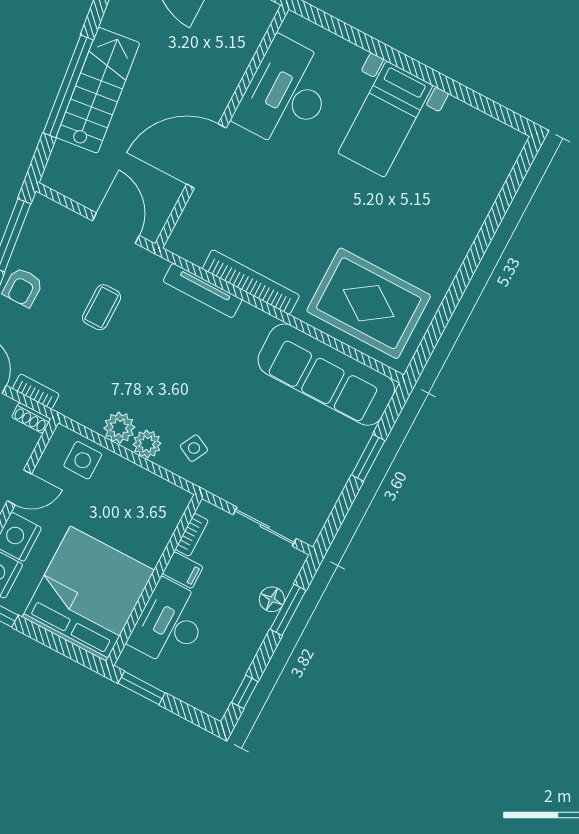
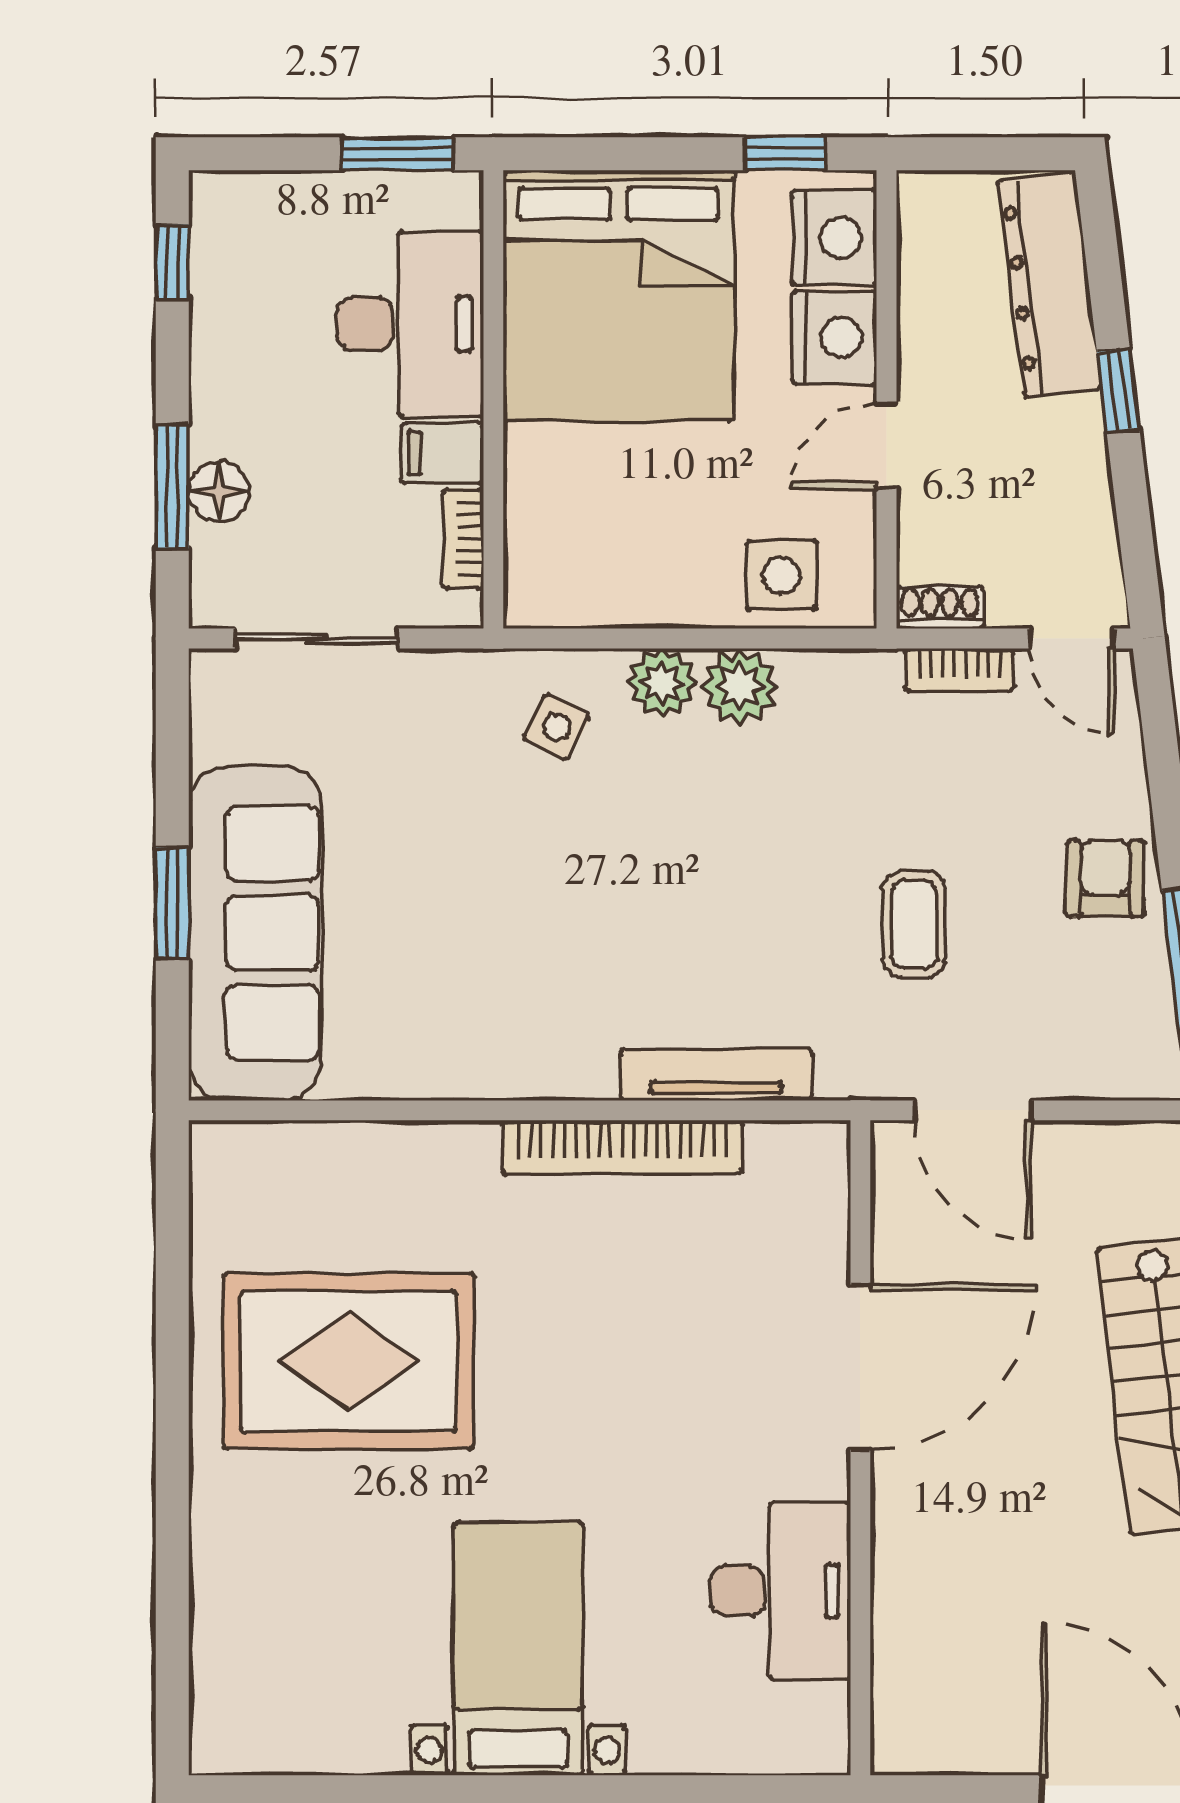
desk: (286, 94) -> (781, 1591), width x0.73, depth x0.77
rug: (369, 303) -> (348, 1361), moved
sofa: (326, 375) -> (255, 933), moved, turned 90

